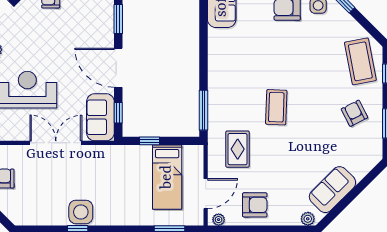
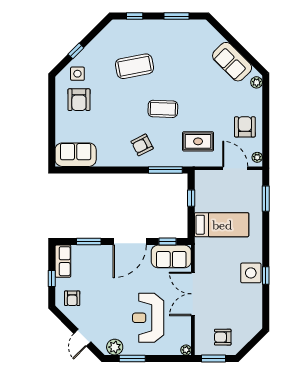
coffee table: (360, 61) -> (134, 66), moved
armchair: (354, 113) -> (142, 145), moved
window: (149, 141) -> (191, 198), moved
bed: (167, 177) -> (222, 225), moved

